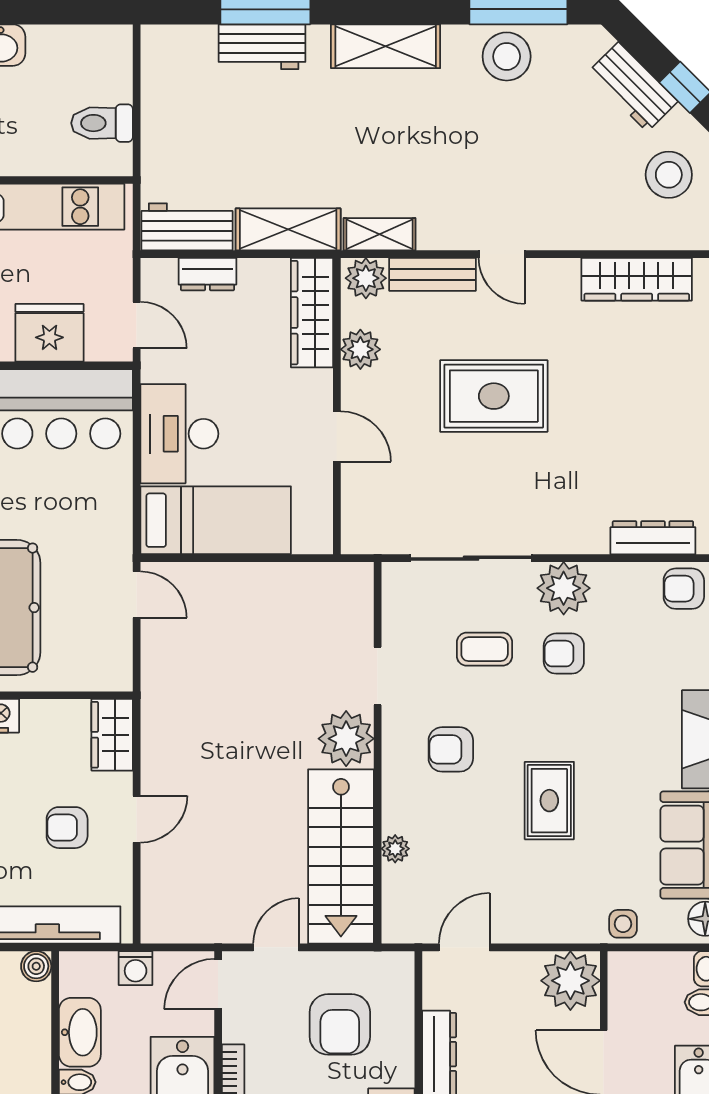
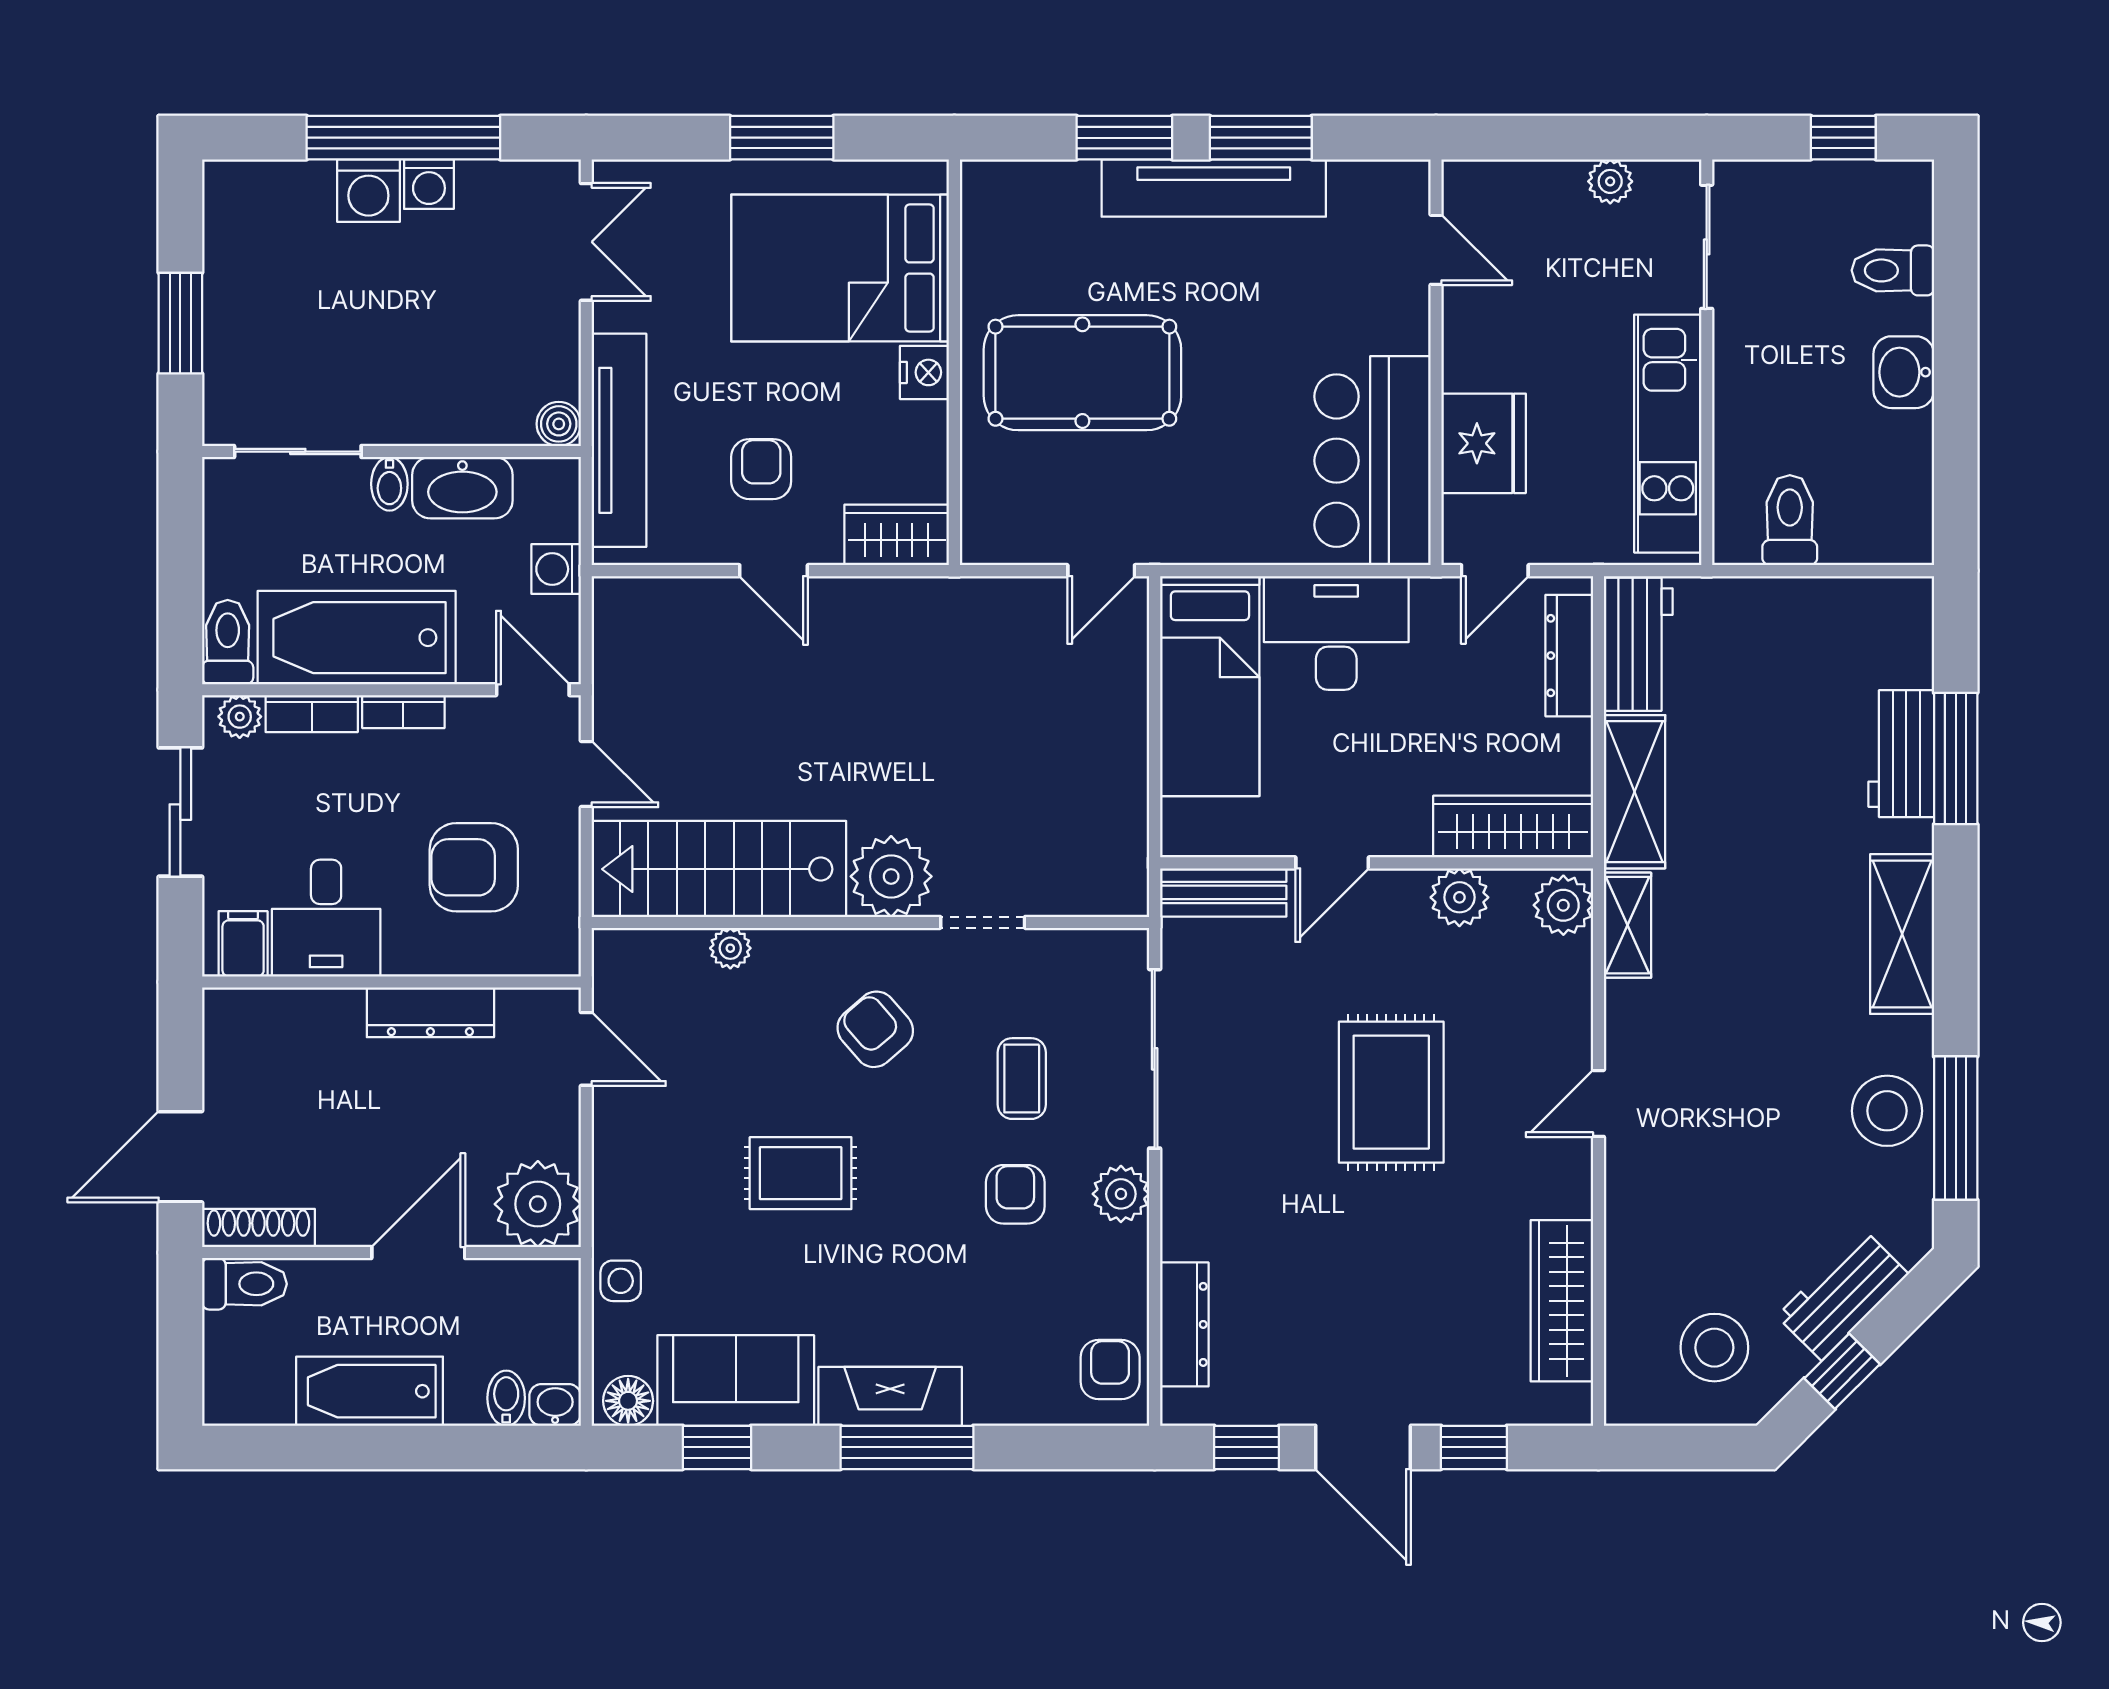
dresser: (207, 274) -> (1569, 656), width x1.44
bench: (432, 274) -> (1223, 892), moved, turned 90
plant: (564, 588) -> (1121, 1194), width x0.73, depth x0.73
armchair: (451, 749) -> (875, 1029), turned -41

